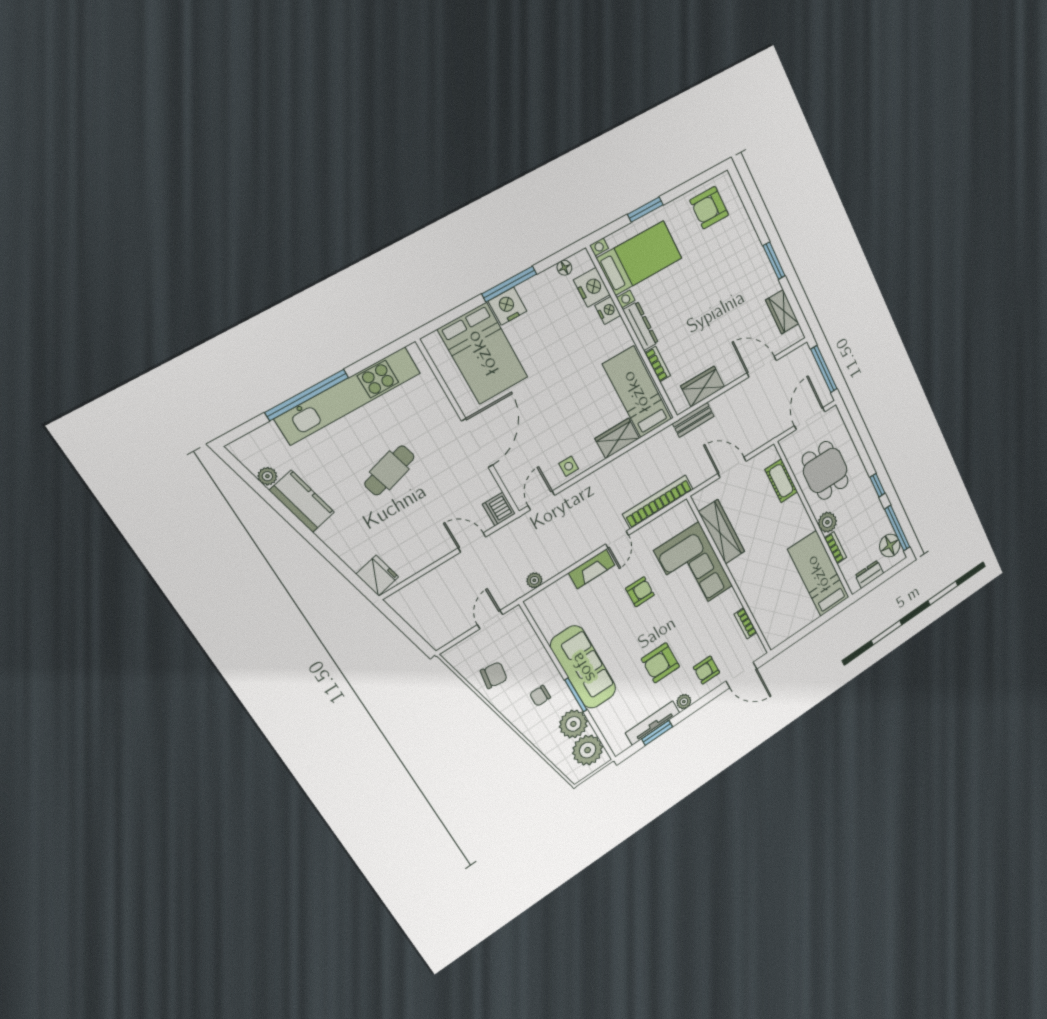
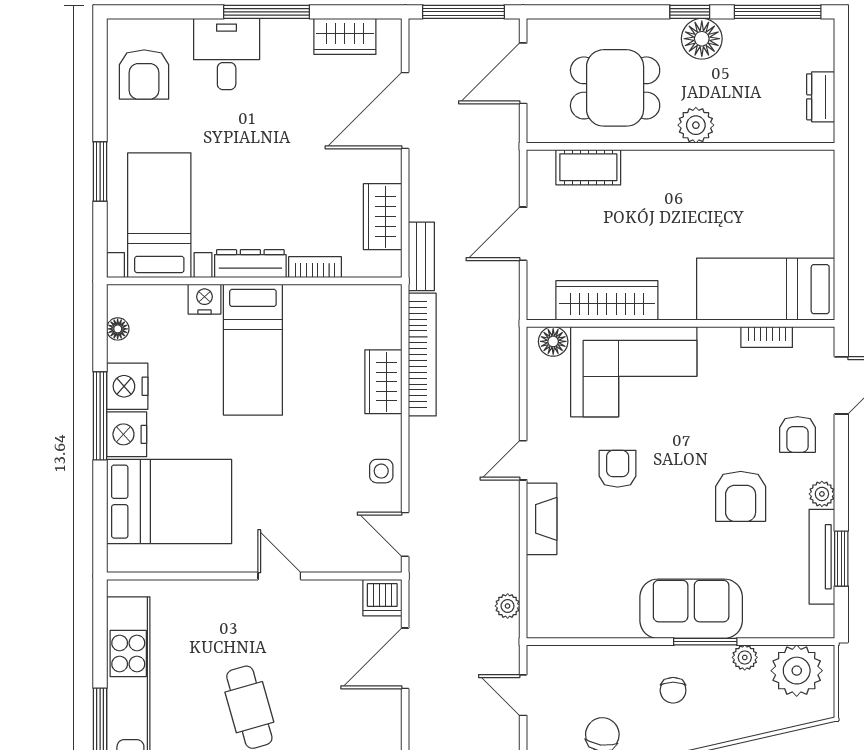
desk: (742, 250) -> (227, 54), added
window: (774, 261) -> (267, 12), width x1.44
nightstand: (592, 287) -> (127, 386), moved, turned -90
door: (762, 367) -> (405, 110), width x1.36
bed: (637, 392) -> (253, 350), moved, turned -90
door: (810, 419) -> (523, 73), hinge flipped
door: (477, 443) -> (279, 576), width x0.53
bookcase: (658, 502) -> (422, 355), moved, turned 180
floor lamp: (687, 517) -> (553, 341), added
door: (617, 540) -> (523, 460), swing flipped
door: (472, 542) -> (405, 658), width x1.38
floor lamp: (890, 546) -> (702, 39), moved
bookcase: (835, 548) -> (743, 132), removed
bed: (819, 574) -> (766, 289), moved
sofa: (583, 667) -> (691, 609), width x0.73
plant: (573, 724) -> (745, 657), width x0.53, depth x0.53

